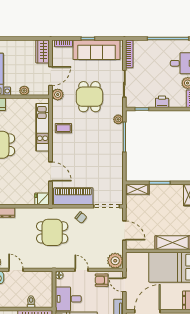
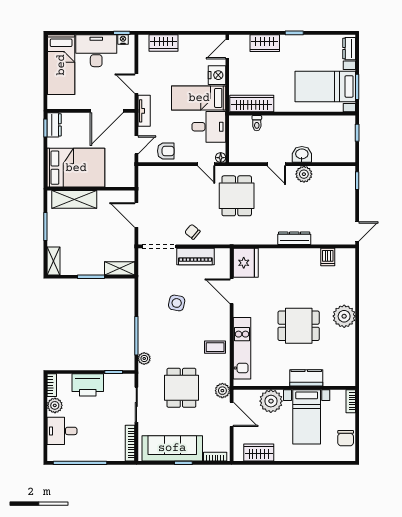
wardrobe: (43, 51) -> (259, 453), moved, turned -90
door: (51, 76) -> (232, 414), swing flipped
plant: (24, 91) -> (271, 401), width x1.88, depth x1.88
printer: (162, 102) -> (88, 385), width x1.87, depth x1.48
side table: (93, 162) -> (177, 303), added
piano: (73, 196) -> (195, 257), width x0.73, depth x0.75
fridge: (42, 199) -> (246, 263), width x1.88, depth x1.34
dining table: (52, 232) -> (237, 196), moved, turned 90
plant: (115, 261) -> (148, 176), removed
door: (82, 270) -> (206, 164), moved
door: (124, 285) -> (136, 145), hinge flipped

